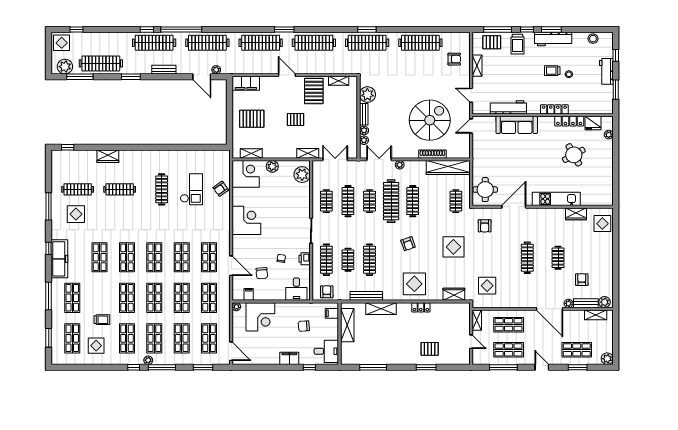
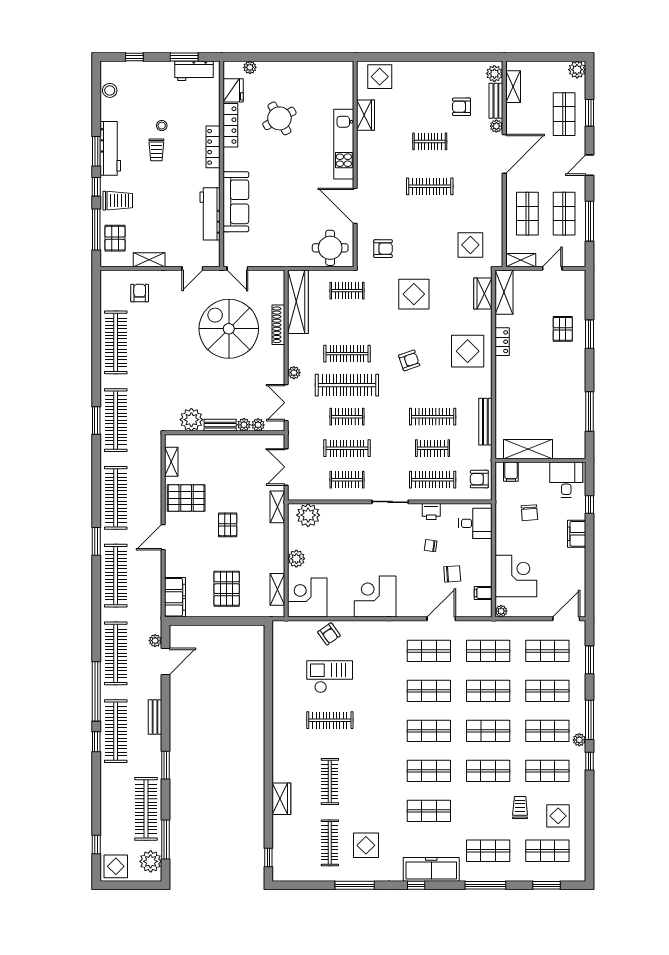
workbench: (606, 71) -> (194, 71), moved
shelving: (381, 309) -> (504, 292), moved

